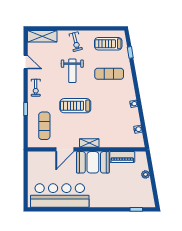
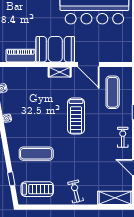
weight bench: (72, 71) -> (80, 157), removed
treadmill: (75, 106) -> (76, 116), turned 90
door: (65, 149) -> (88, 64), swing flipped

